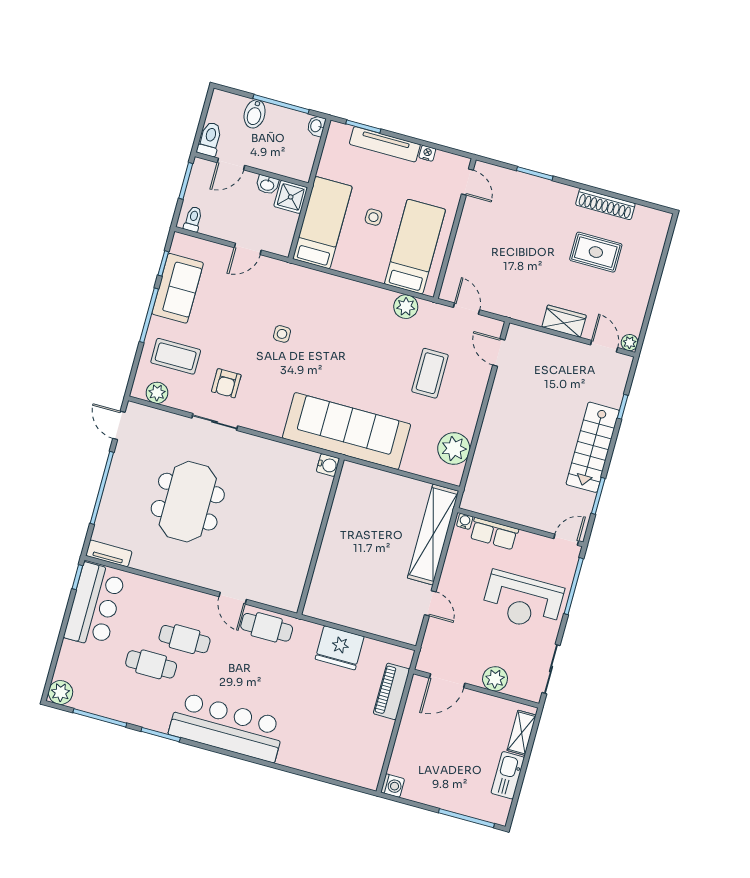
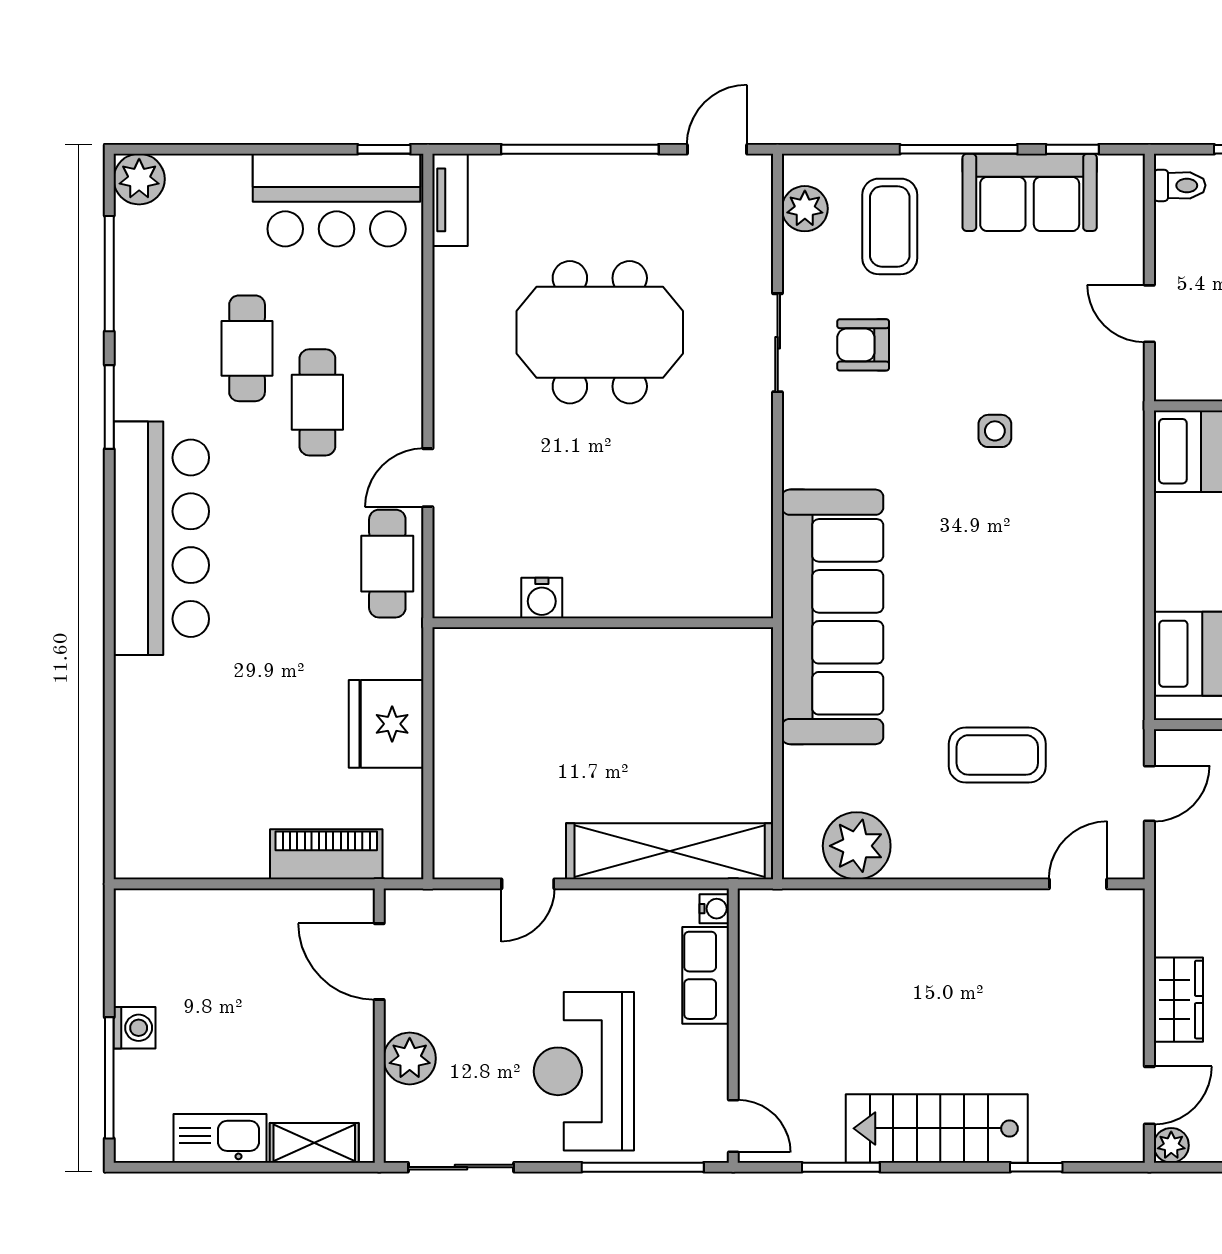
plant: (406, 307) -> (1120, 668), removed
water cooler: (328, 465) -> (542, 598), moved
washing machine: (393, 786) -> (134, 1028), moved, turned -90

